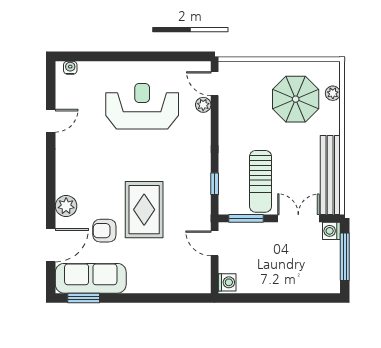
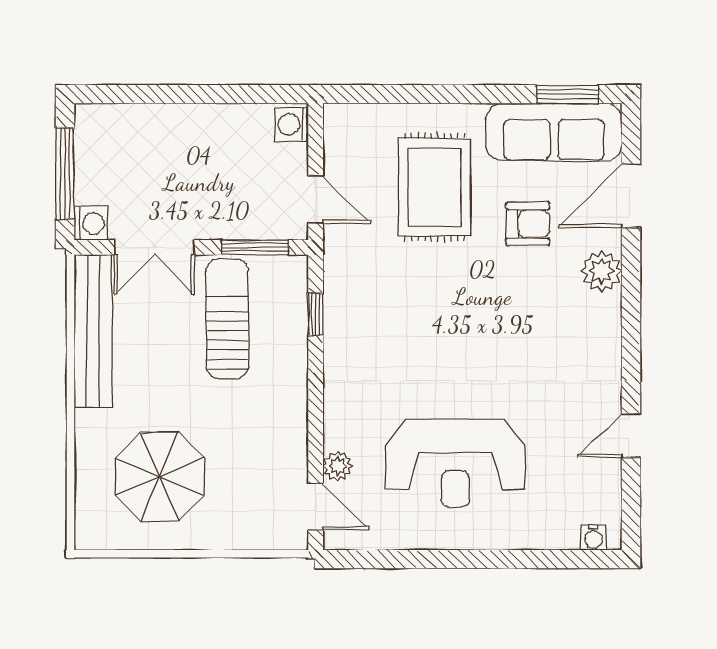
plant: (333, 93) -> (88, 488), removed
rug: (144, 210) -> (435, 187), moved

